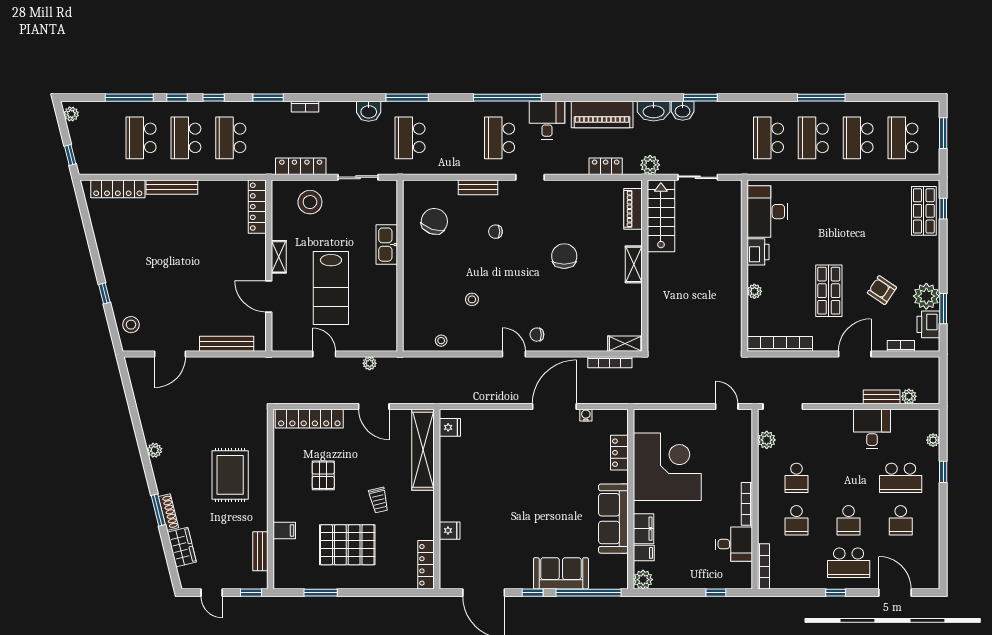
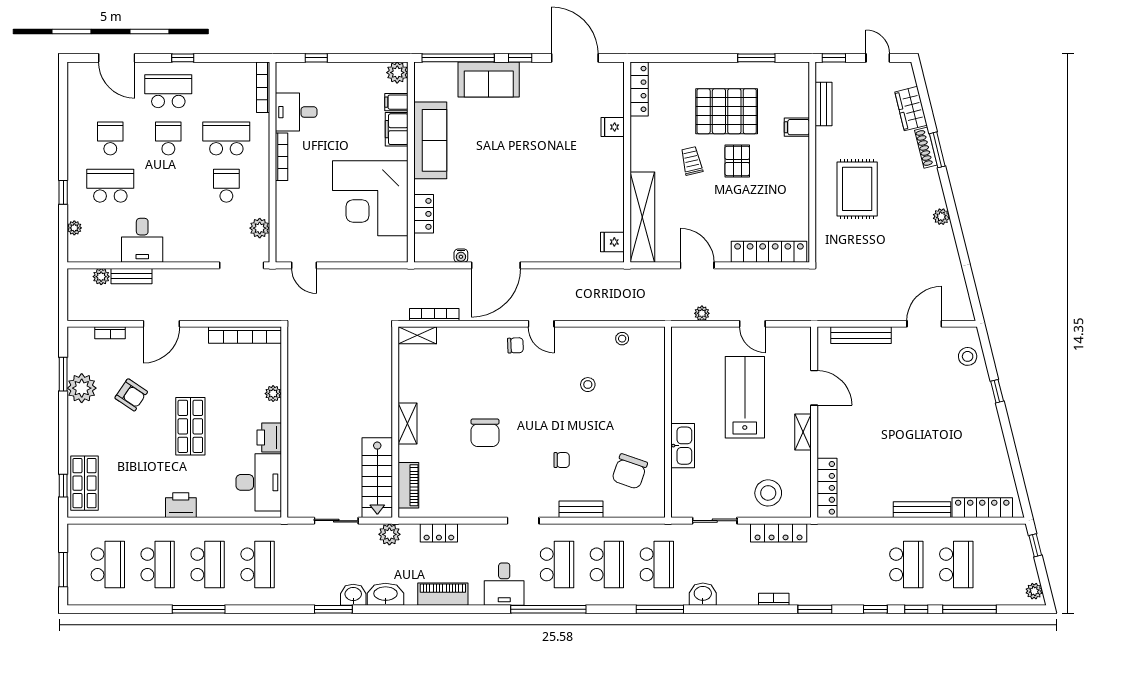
piano: (602, 114) -> (443, 594), width x0.73, depth x0.75
school desk: (231, 138) -> (607, 564), moved
shop shelf: (829, 291) -> (190, 426), moved
printer: (928, 324) -> (181, 505), moved, turned -90
pallet: (323, 475) -> (737, 161), moved
school desk: (796, 520) -> (226, 138), width x1.85

